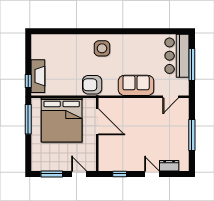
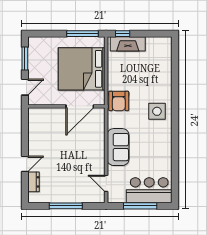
armchair: (92, 85) -> (119, 101), turned 180
window: (120, 174) -> (25, 130), removed

